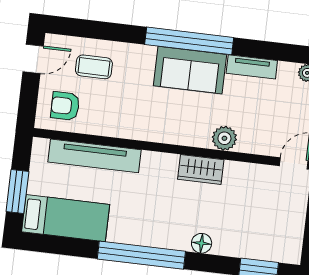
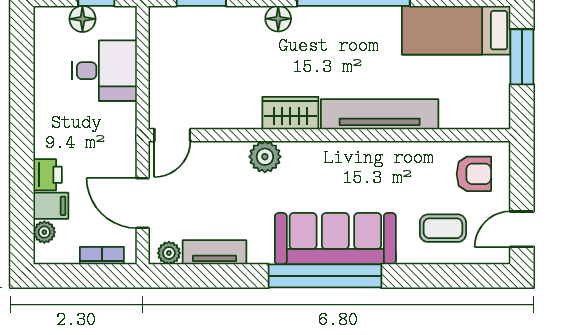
tv unit: (252, 67) -> (215, 252), moved
sofa: (190, 70) -> (335, 239), width x1.36
tv unit: (95, 156) -> (380, 114), moved

